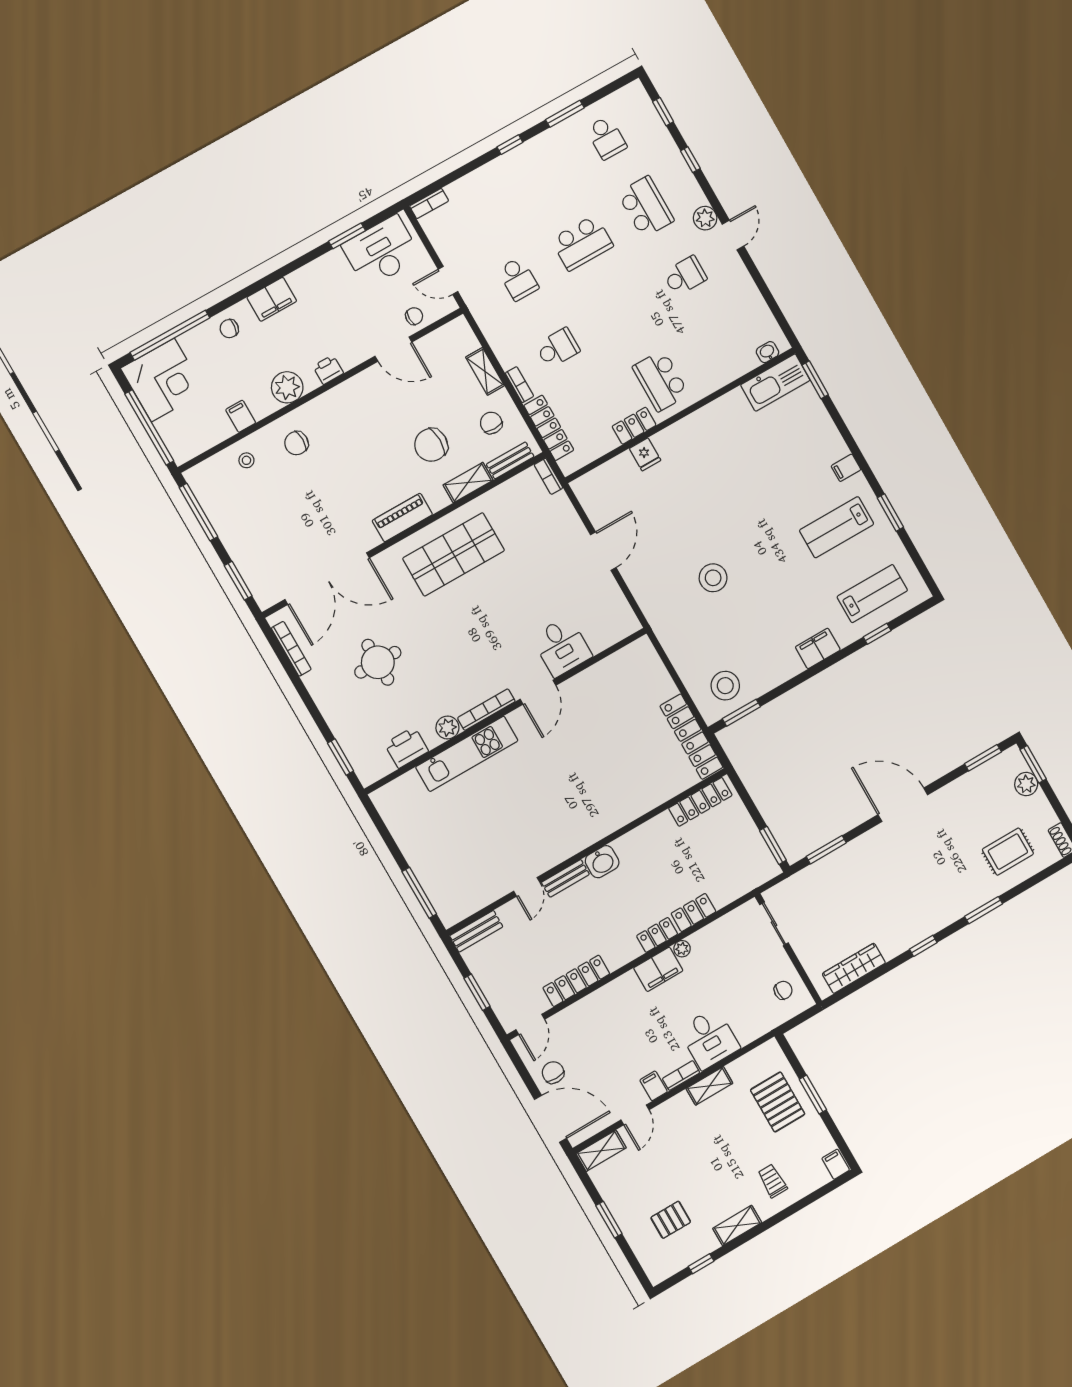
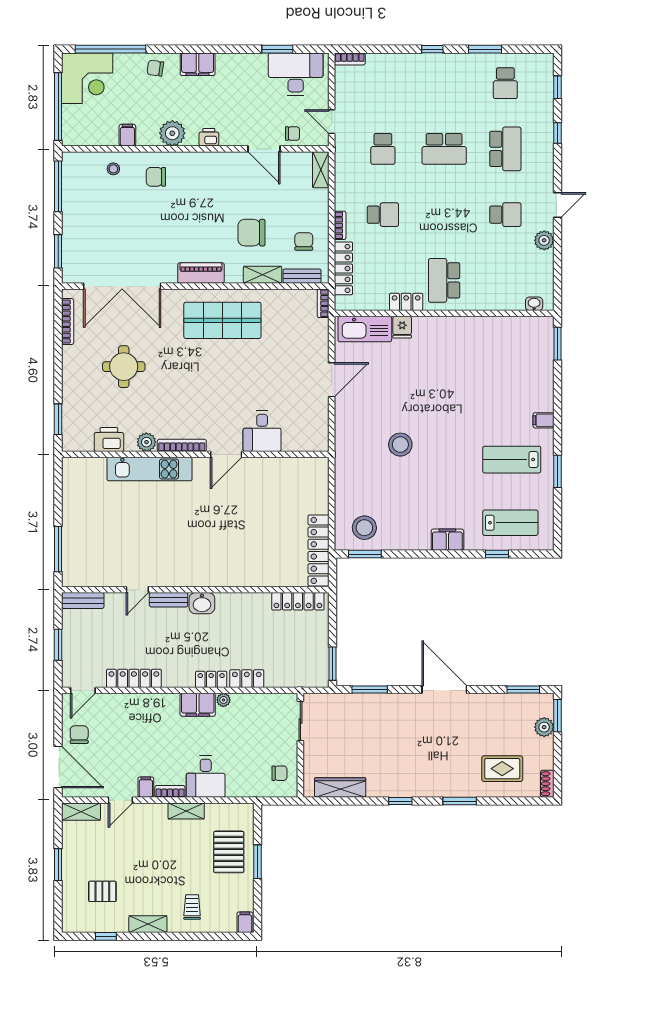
plant: (705, 218) -> (544, 240), moved
shelving: (485, 371) -> (321, 170), moved
kitchen sink: (775, 383) -> (365, 329), moved

